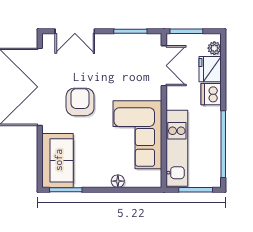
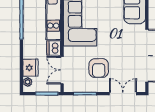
dishwasher: (211, 94) -> (54, 48), moved, turned 180
armchair: (80, 102) -> (99, 68), moved

